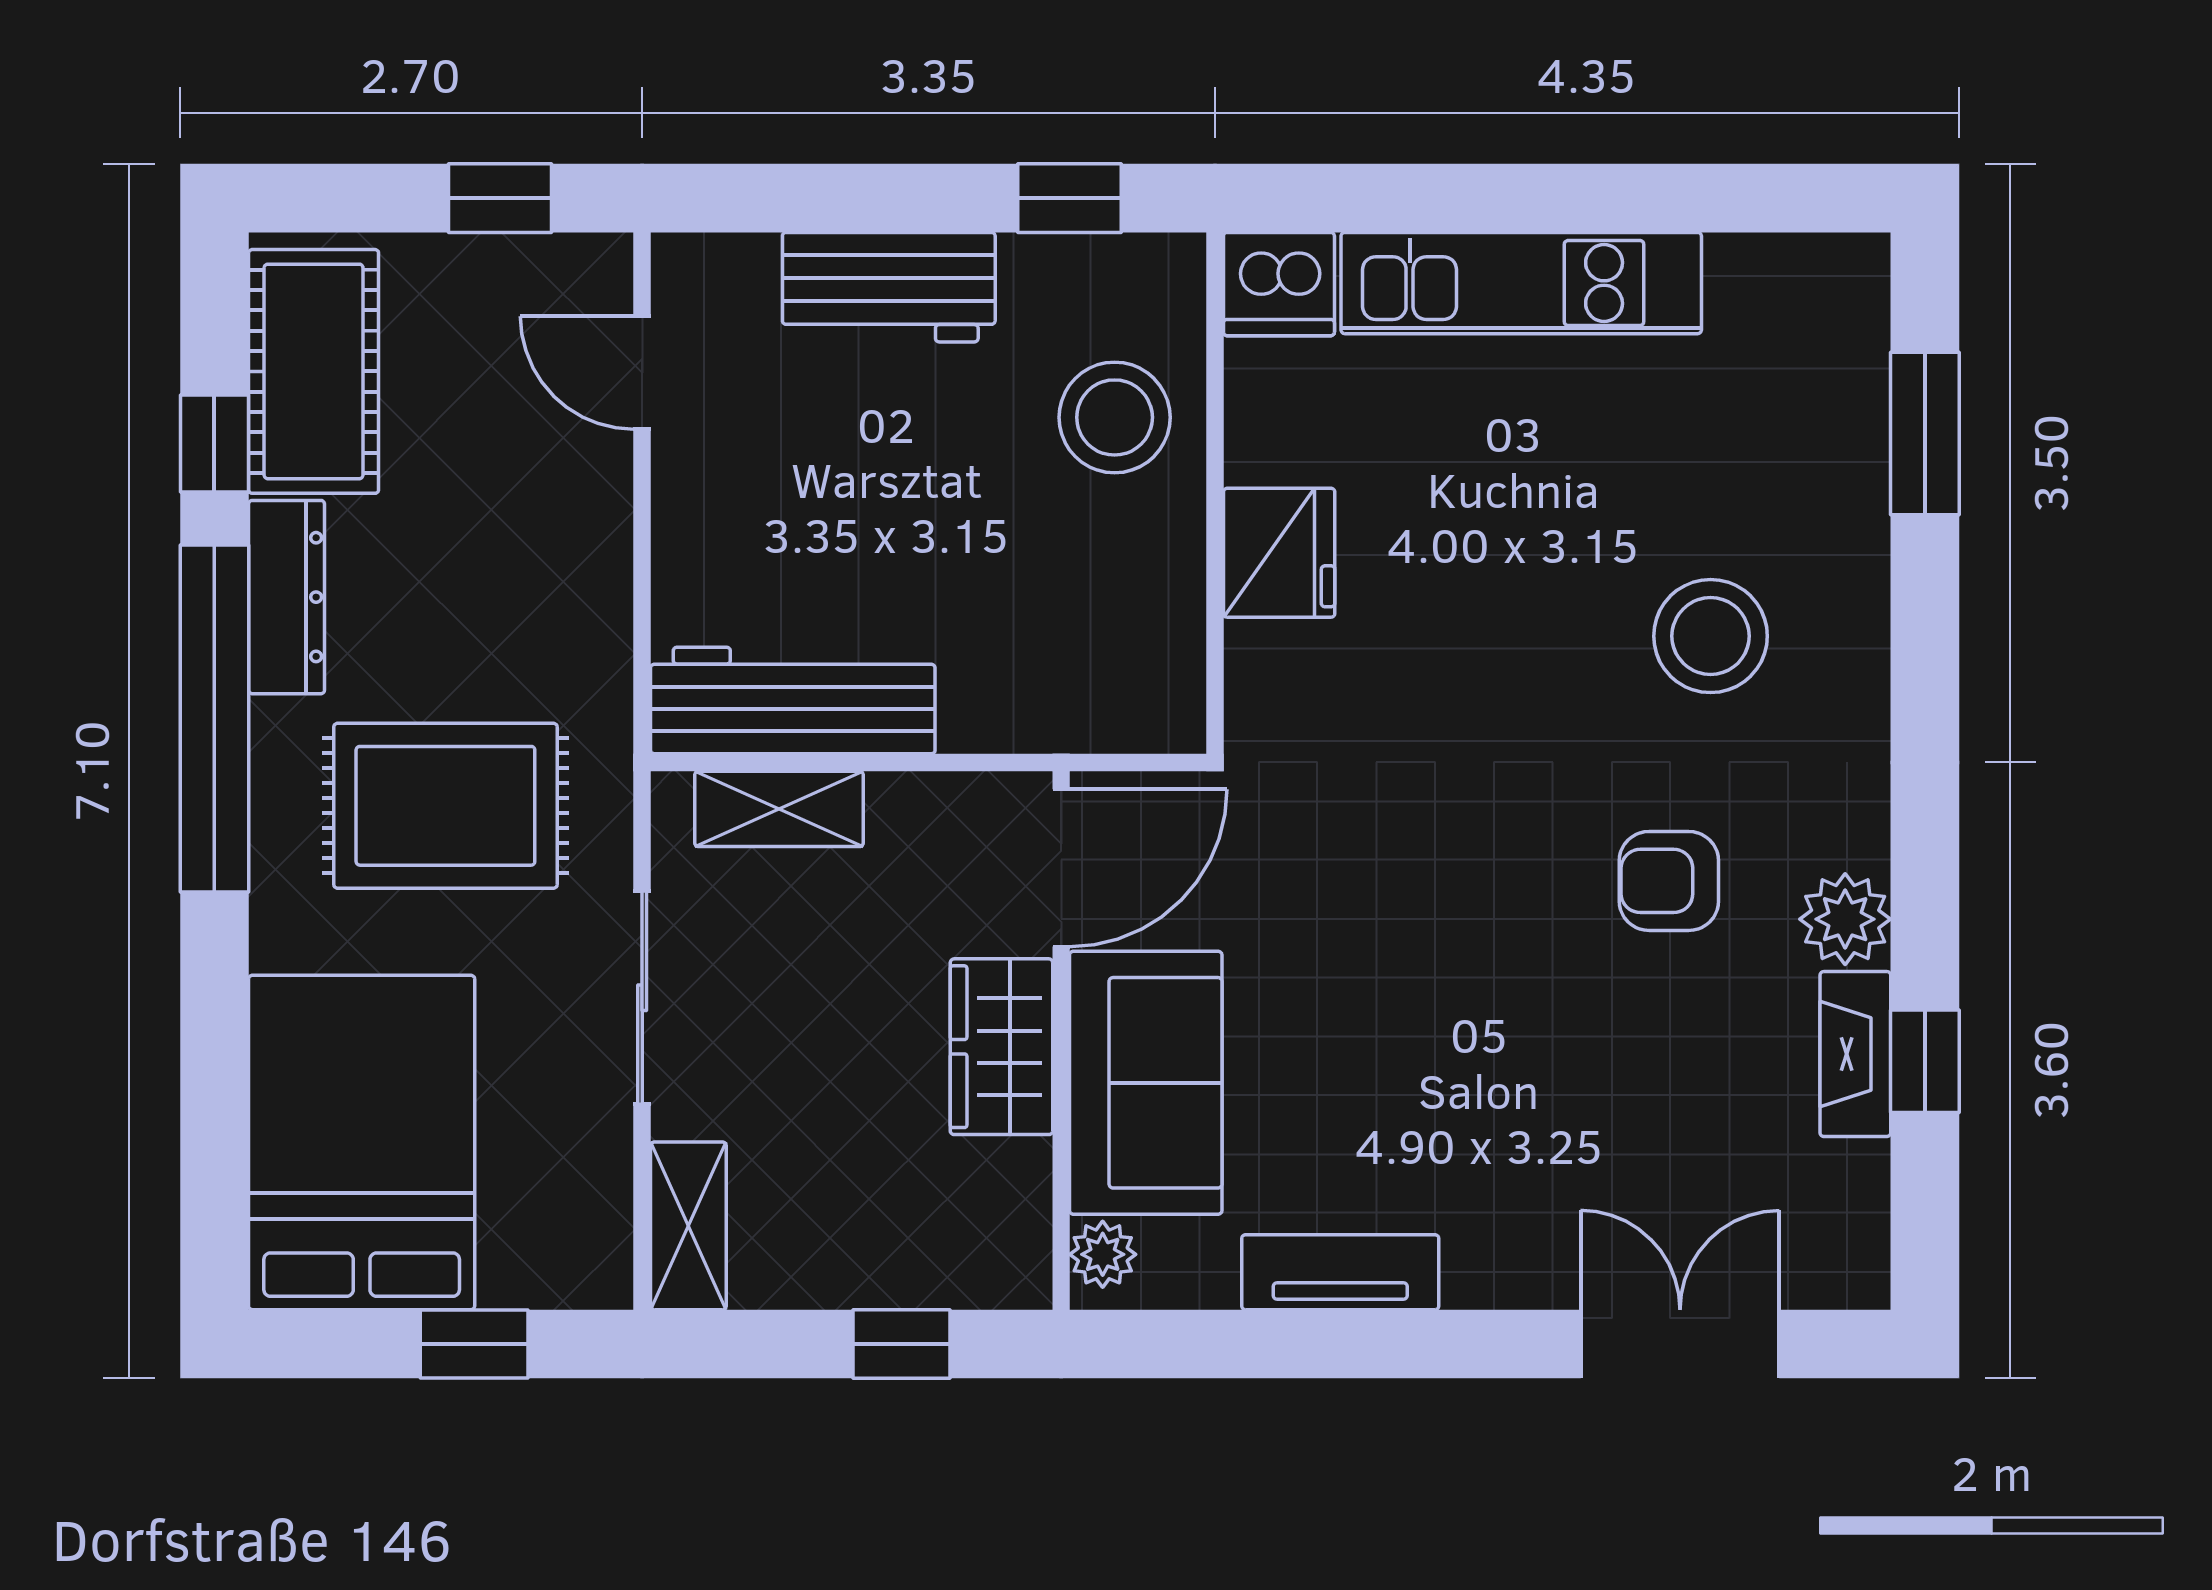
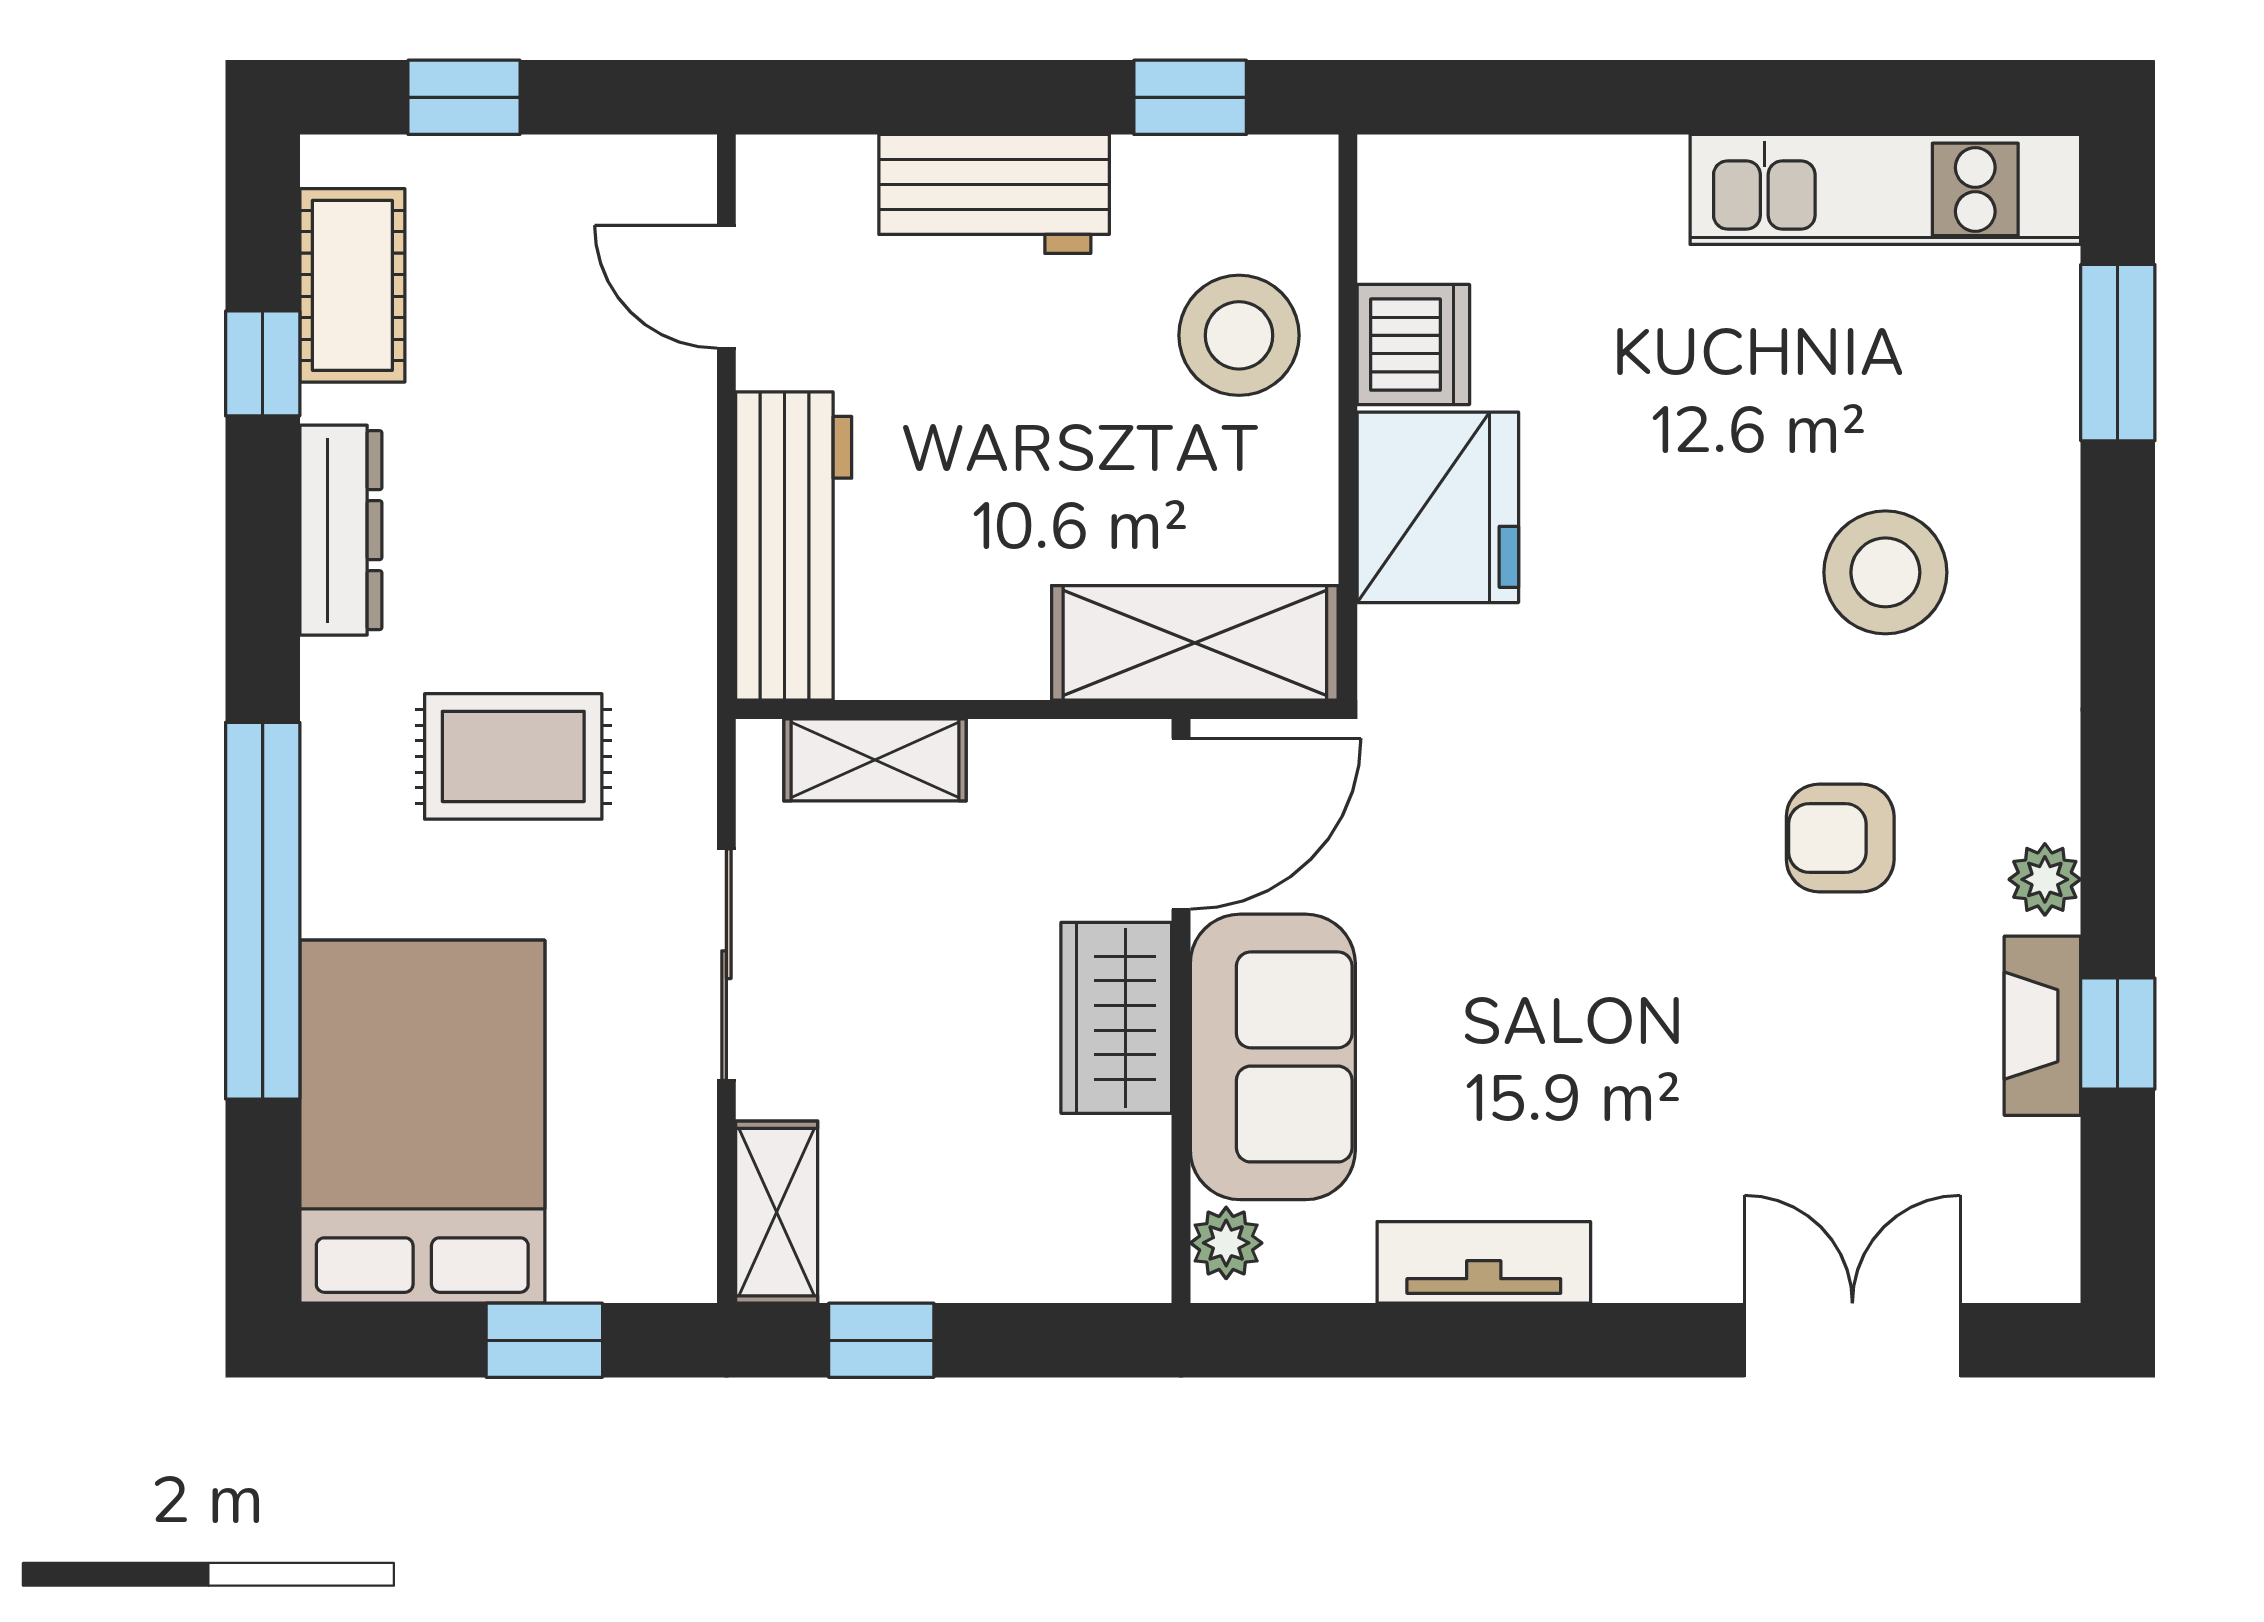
window: (500, 198) -> (464, 97), moved
kitchen unit: (1521, 283) -> (1885, 189), moved
dishwasher: (1279, 284) -> (1413, 345), moved, turned -90
cot: (314, 371) -> (352, 285), width x0.73, depth x0.75
fridge: (1279, 553) -> (1438, 507), width x1.36, depth x1.34
workbench: (793, 700) -> (794, 546), moved, turned 90
shelving: (1074, 701) -> (1195, 643), added
window: (214, 719) -> (263, 911), moved
rug: (445, 806) -> (513, 756), width x0.73, depth x0.70
plant: (1845, 919) -> (2045, 879), width x0.73, depth x0.73
window: (902, 1344) -> (881, 1340), moved

